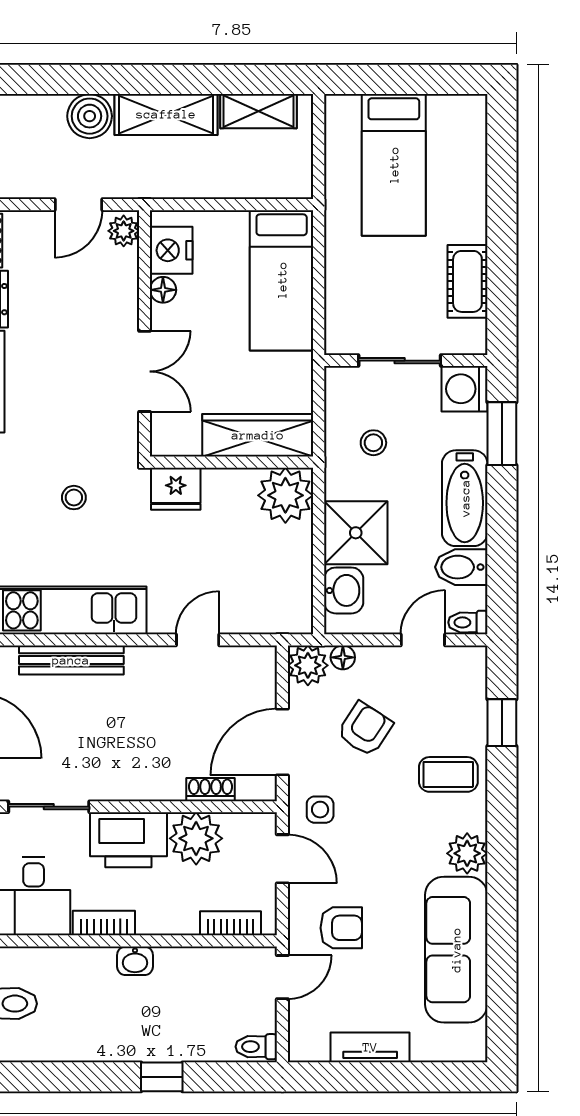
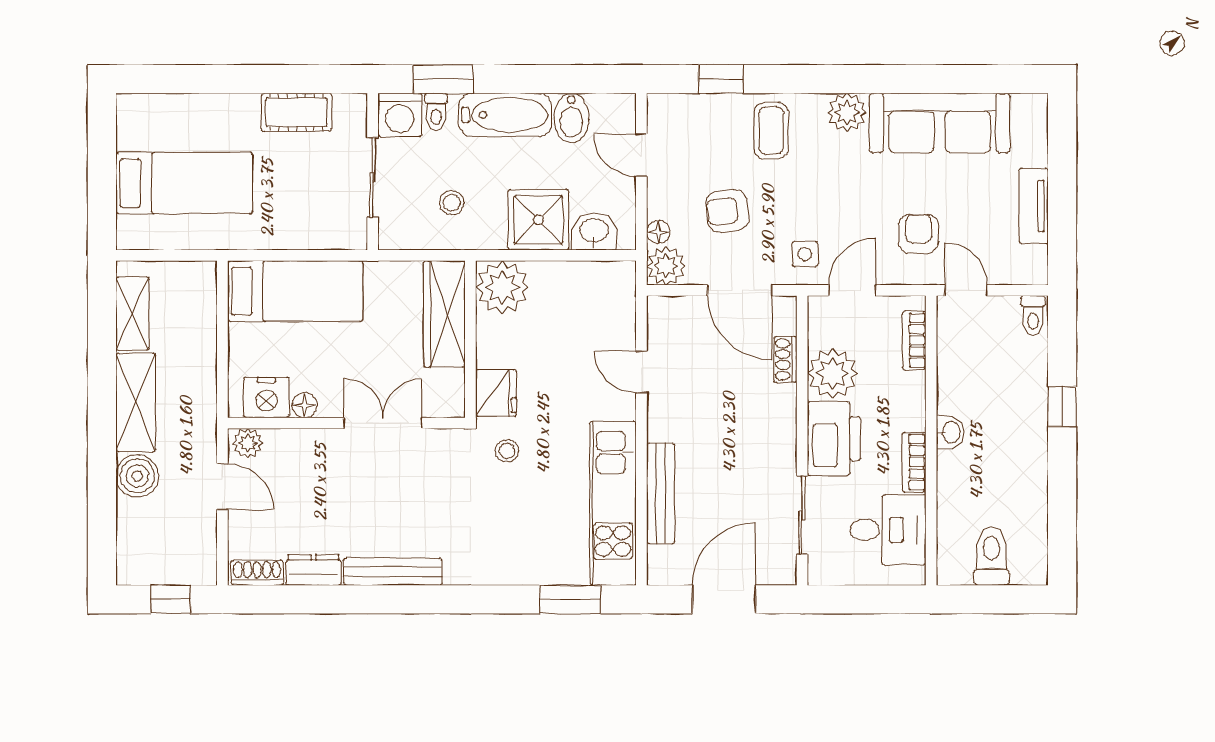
stool: (74, 498) -> (507, 451), moved
toilet: (468, 622) -> (436, 112), moved
armchair: (365, 729) -> (727, 211), turned -40

